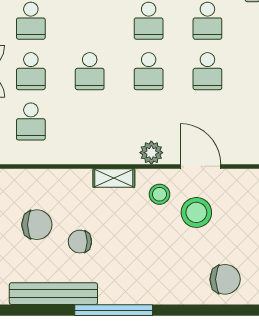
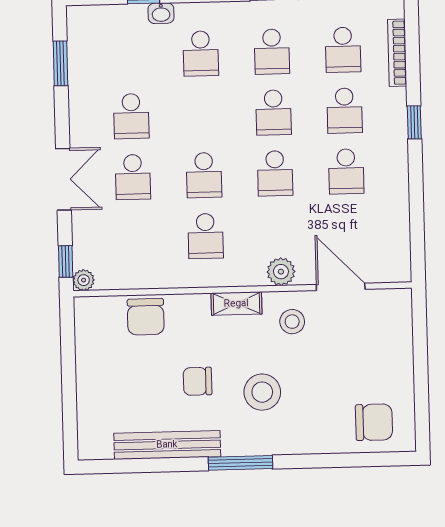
school desk: (31, 122) -> (206, 236), moved
stool: (196, 212) -> (262, 392), moved
chair: (37, 225) -> (146, 317), moved, turned 90
window: (114, 310) -> (240, 463), width x0.68

